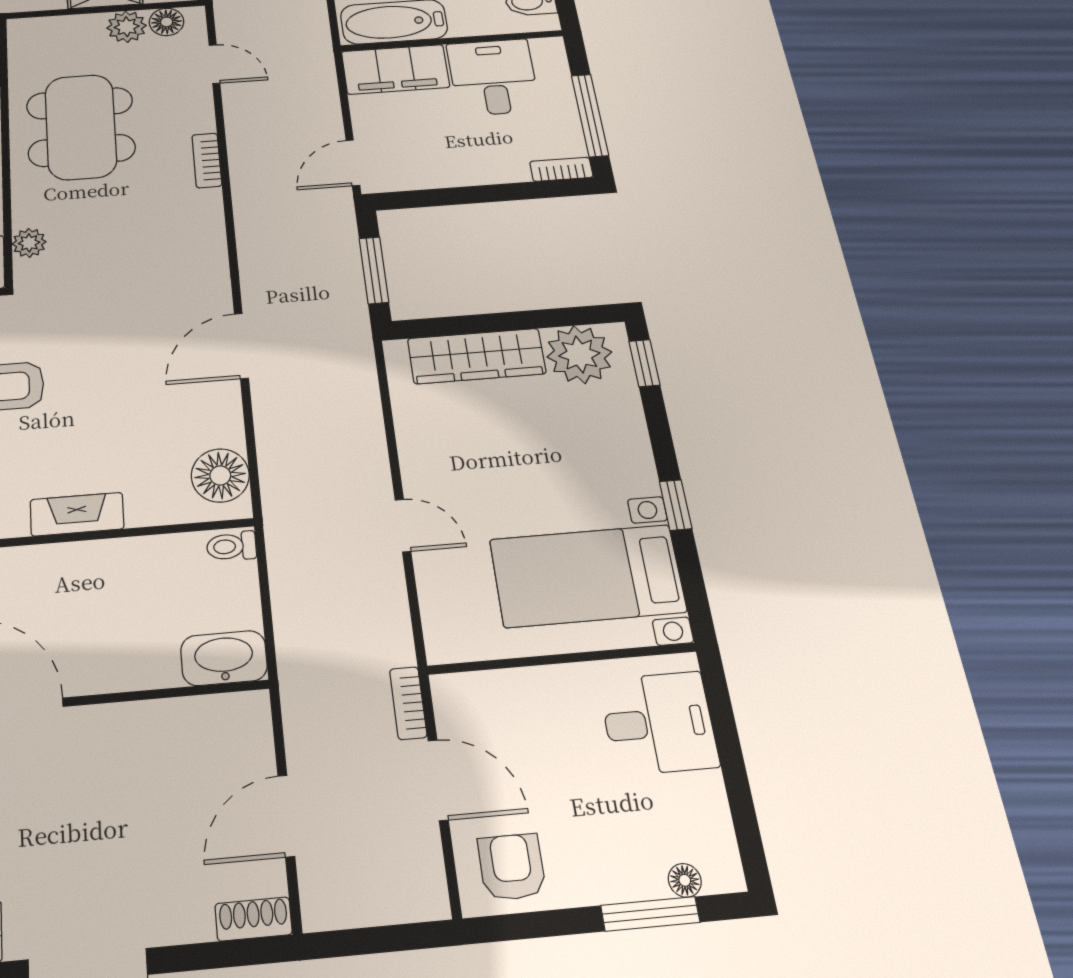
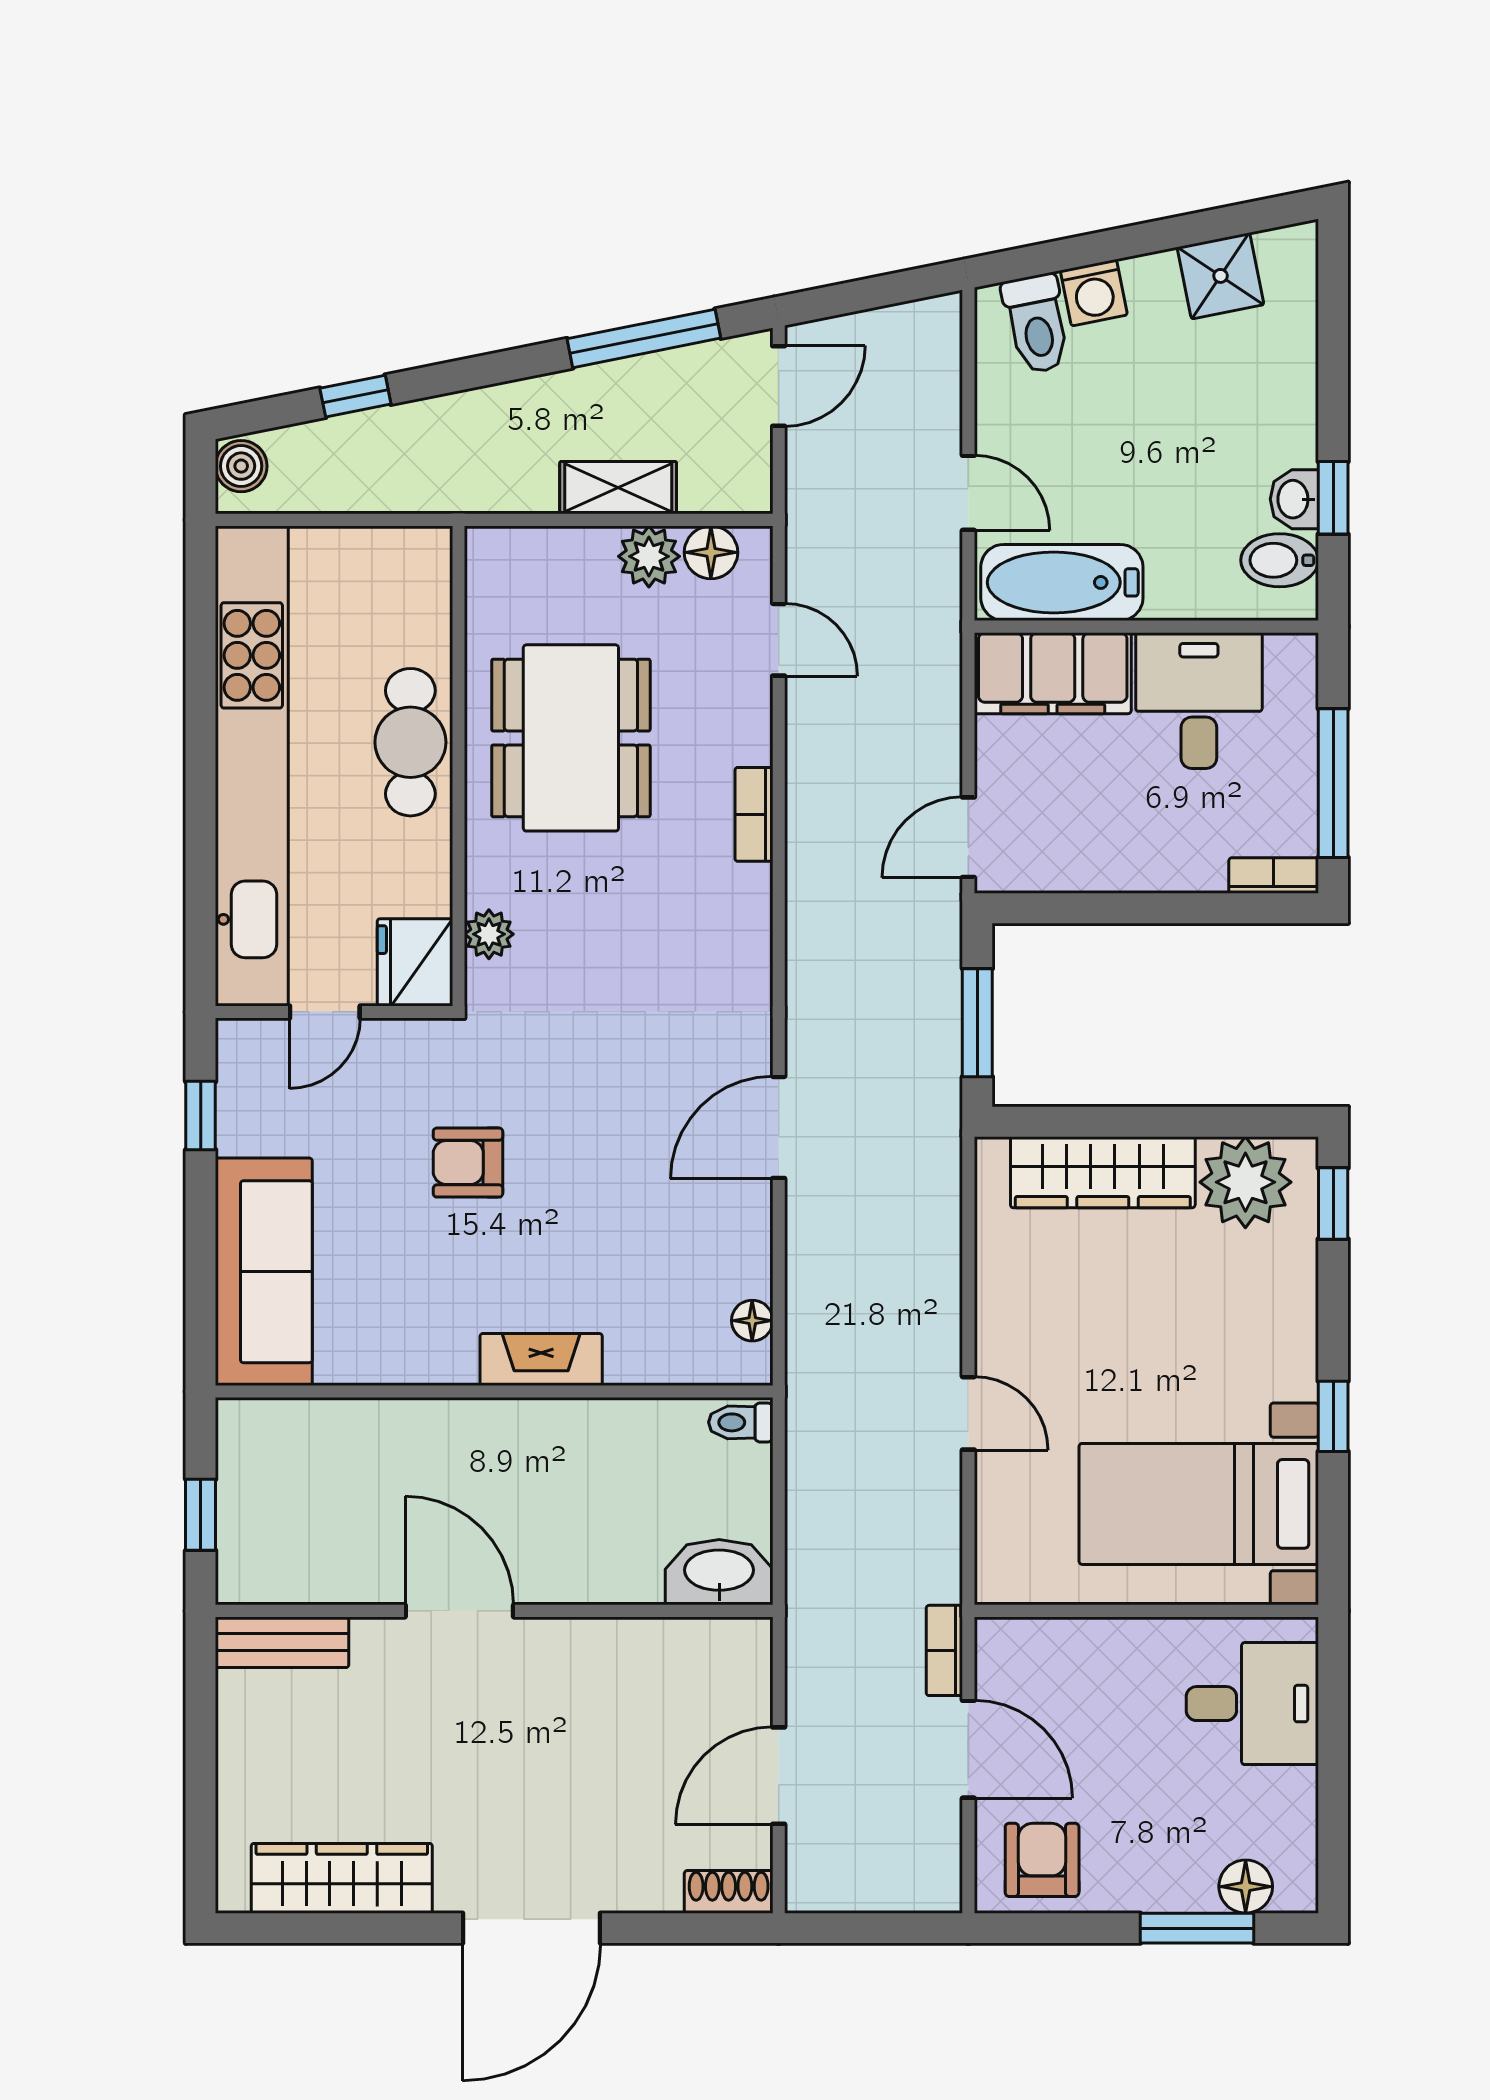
floor lamp: (220, 475) -> (752, 1321), width x0.53, depth x0.53
floor lamp: (685, 880) -> (1246, 1887), width x1.37, depth x1.37

